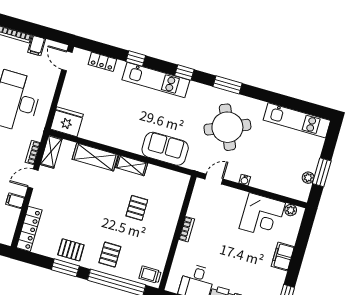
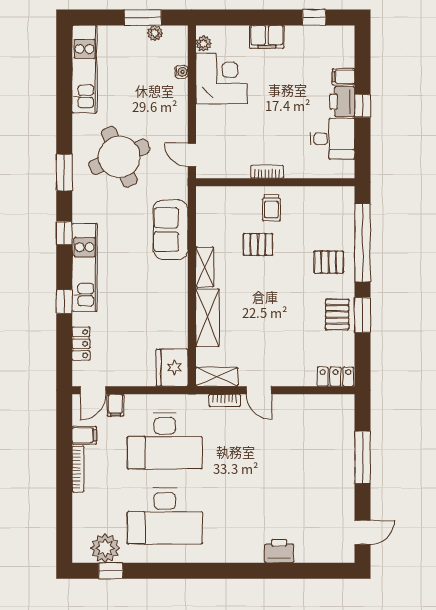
water cooler: (245, 180) -> (181, 72), moved
filing cabinet: (15, 201) -> (115, 405), moved
locker: (29, 229) -> (335, 377), width x0.66
trolley: (150, 275) -> (271, 208), moved

